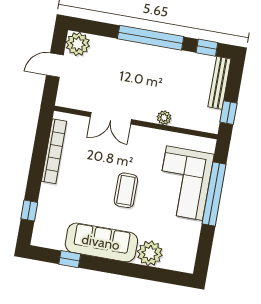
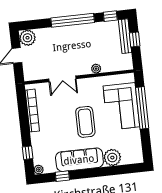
window: (228, 113) -> (135, 40), moved
coffee table: (126, 190) -> (85, 122), width x1.36, depth x1.32
plant: (38, 239) -> (39, 170), added

